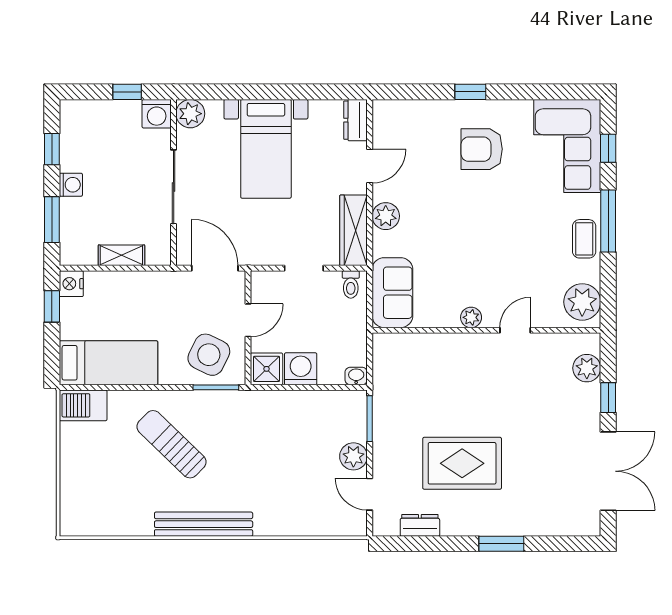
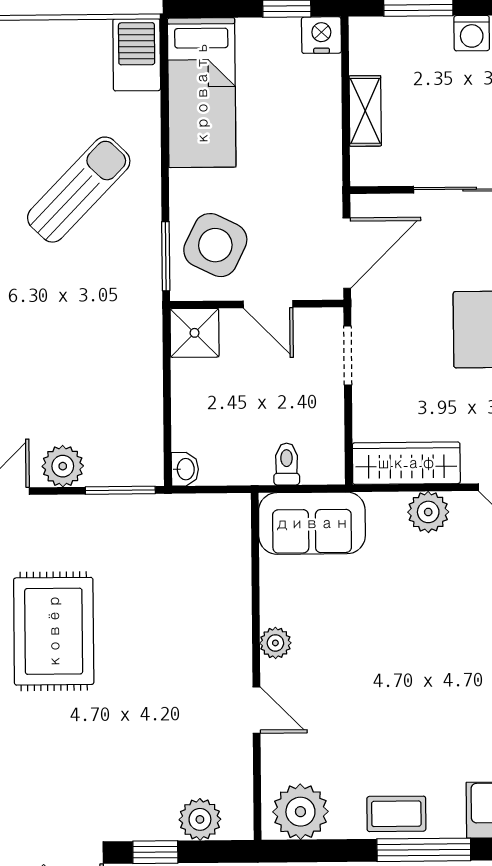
doorway: (304, 268) -> (348, 355), moved
toilet: (351, 284) -> (287, 464), moved, turned 90
washing machine: (301, 369) -> (195, 385), removed

